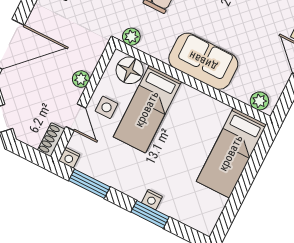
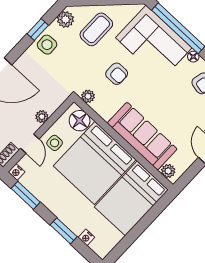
sofa: (203, 61) -> (142, 136), width x1.36
bed: (147, 109) -> (95, 163), width x2.04
bed: (231, 153) -> (131, 198), width x1.50
nightstand: (152, 200) -> (86, 237), moved

